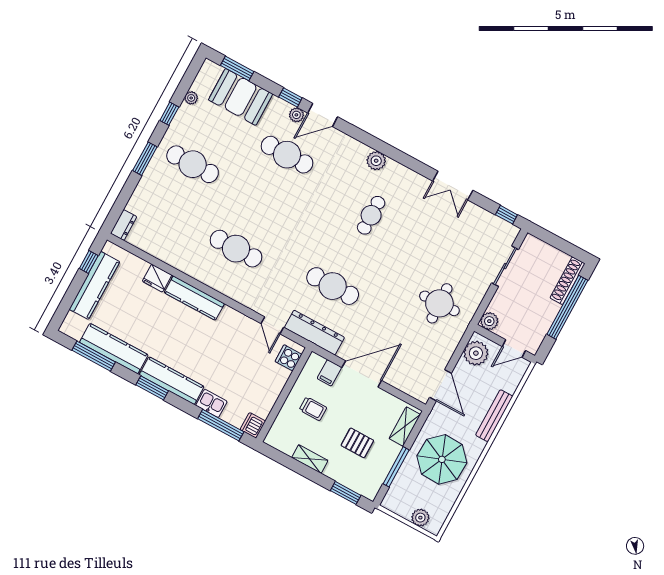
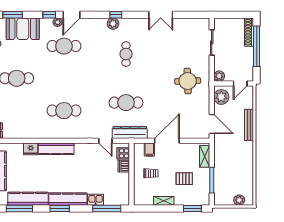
window: (506, 215) -> (116, 15), moved
dishwasher: (253, 425) -> (124, 166), moved
parasol: (442, 459) -> (234, 163), removed

